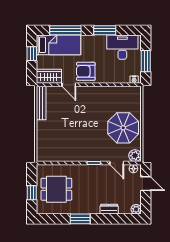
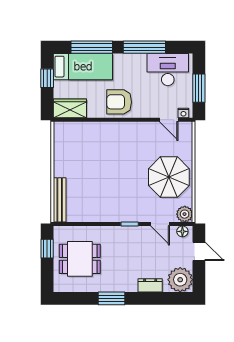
window: (105, 30) -> (144, 47), width x1.44
door: (69, 85) -> (169, 120), moved
bench: (41, 103) -> (60, 200), moved
window: (32, 193) -> (47, 249), moved
plant: (136, 209) -> (180, 280), width x1.88, depth x1.88

